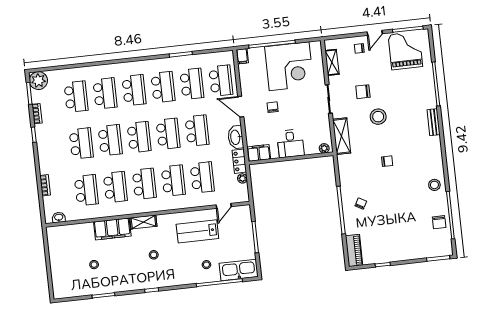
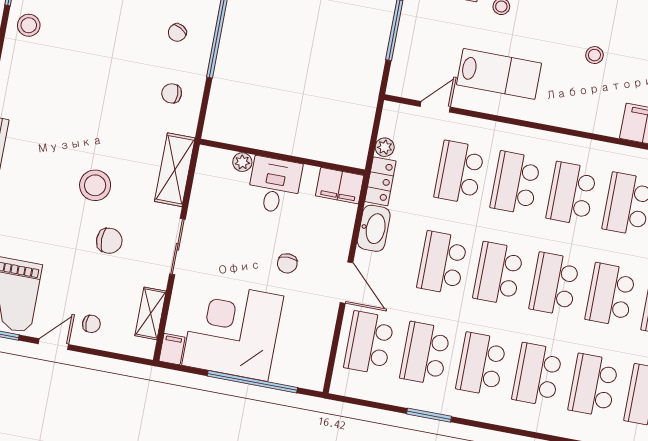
filing cabinet: (242, 56) -> (172, 349), moved
plant: (324, 148) -> (242, 162), moved
chair: (387, 161) -> (172, 93), moved
shelving: (143, 222) -> (595, 122), removed

